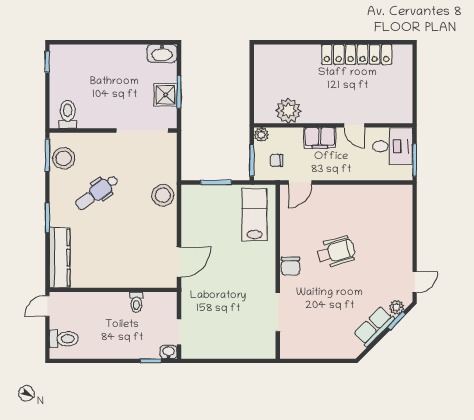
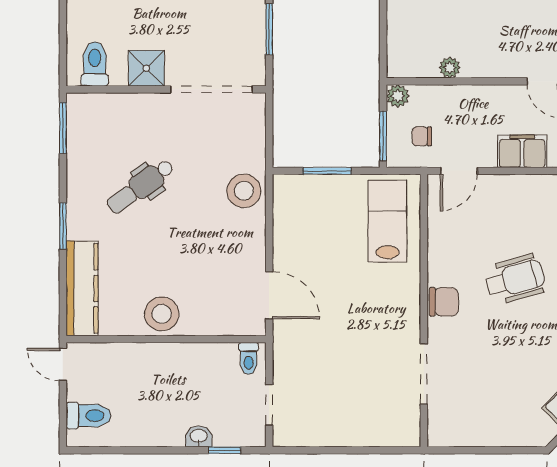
shower: (166, 95) -> (146, 68), moved
plant: (288, 111) -> (450, 68), width x0.53, depth x0.53
filing cabinet: (320, 138) -> (522, 151), moved, turned 180
stool: (64, 158) -> (162, 314), moved
door: (179, 262) -> (269, 295), hinge flipped
chair: (291, 266) -> (444, 302), turned -90
toilet: (136, 302) -> (249, 358), moved
door: (47, 306) -> (63, 364), hinge flipped
washbasin: (169, 352) -> (199, 436), moved

